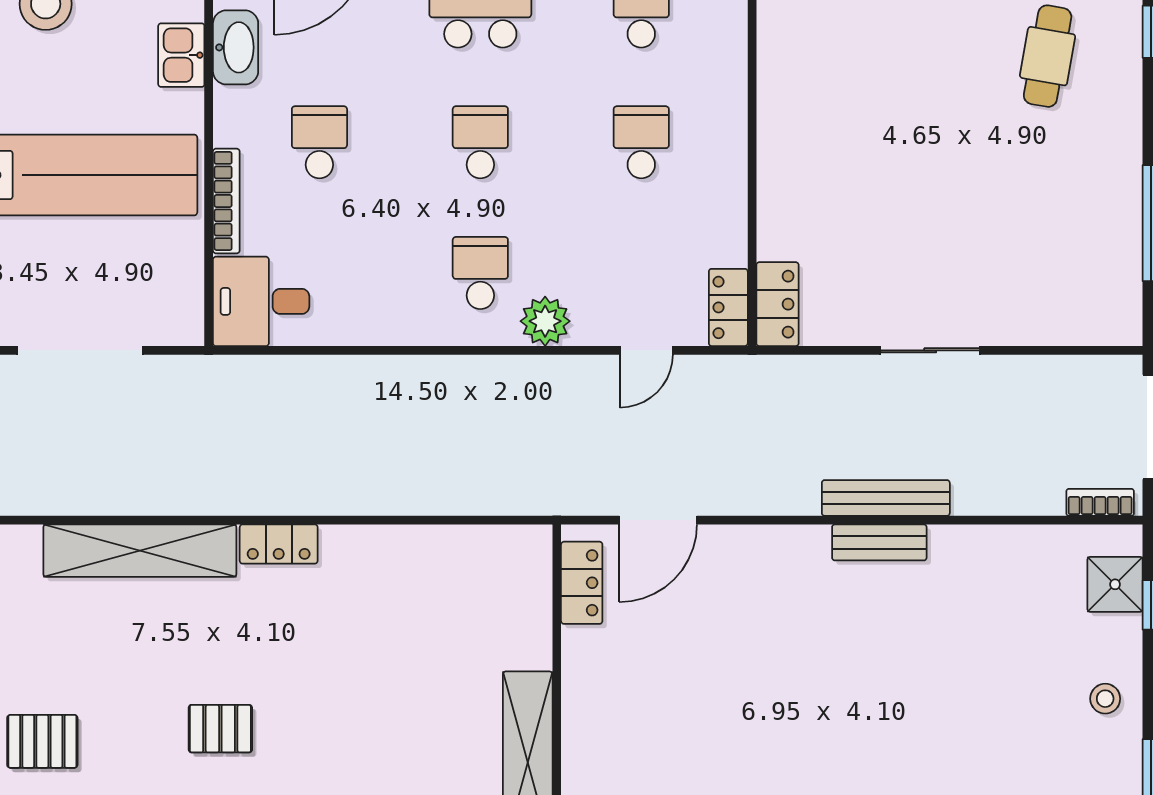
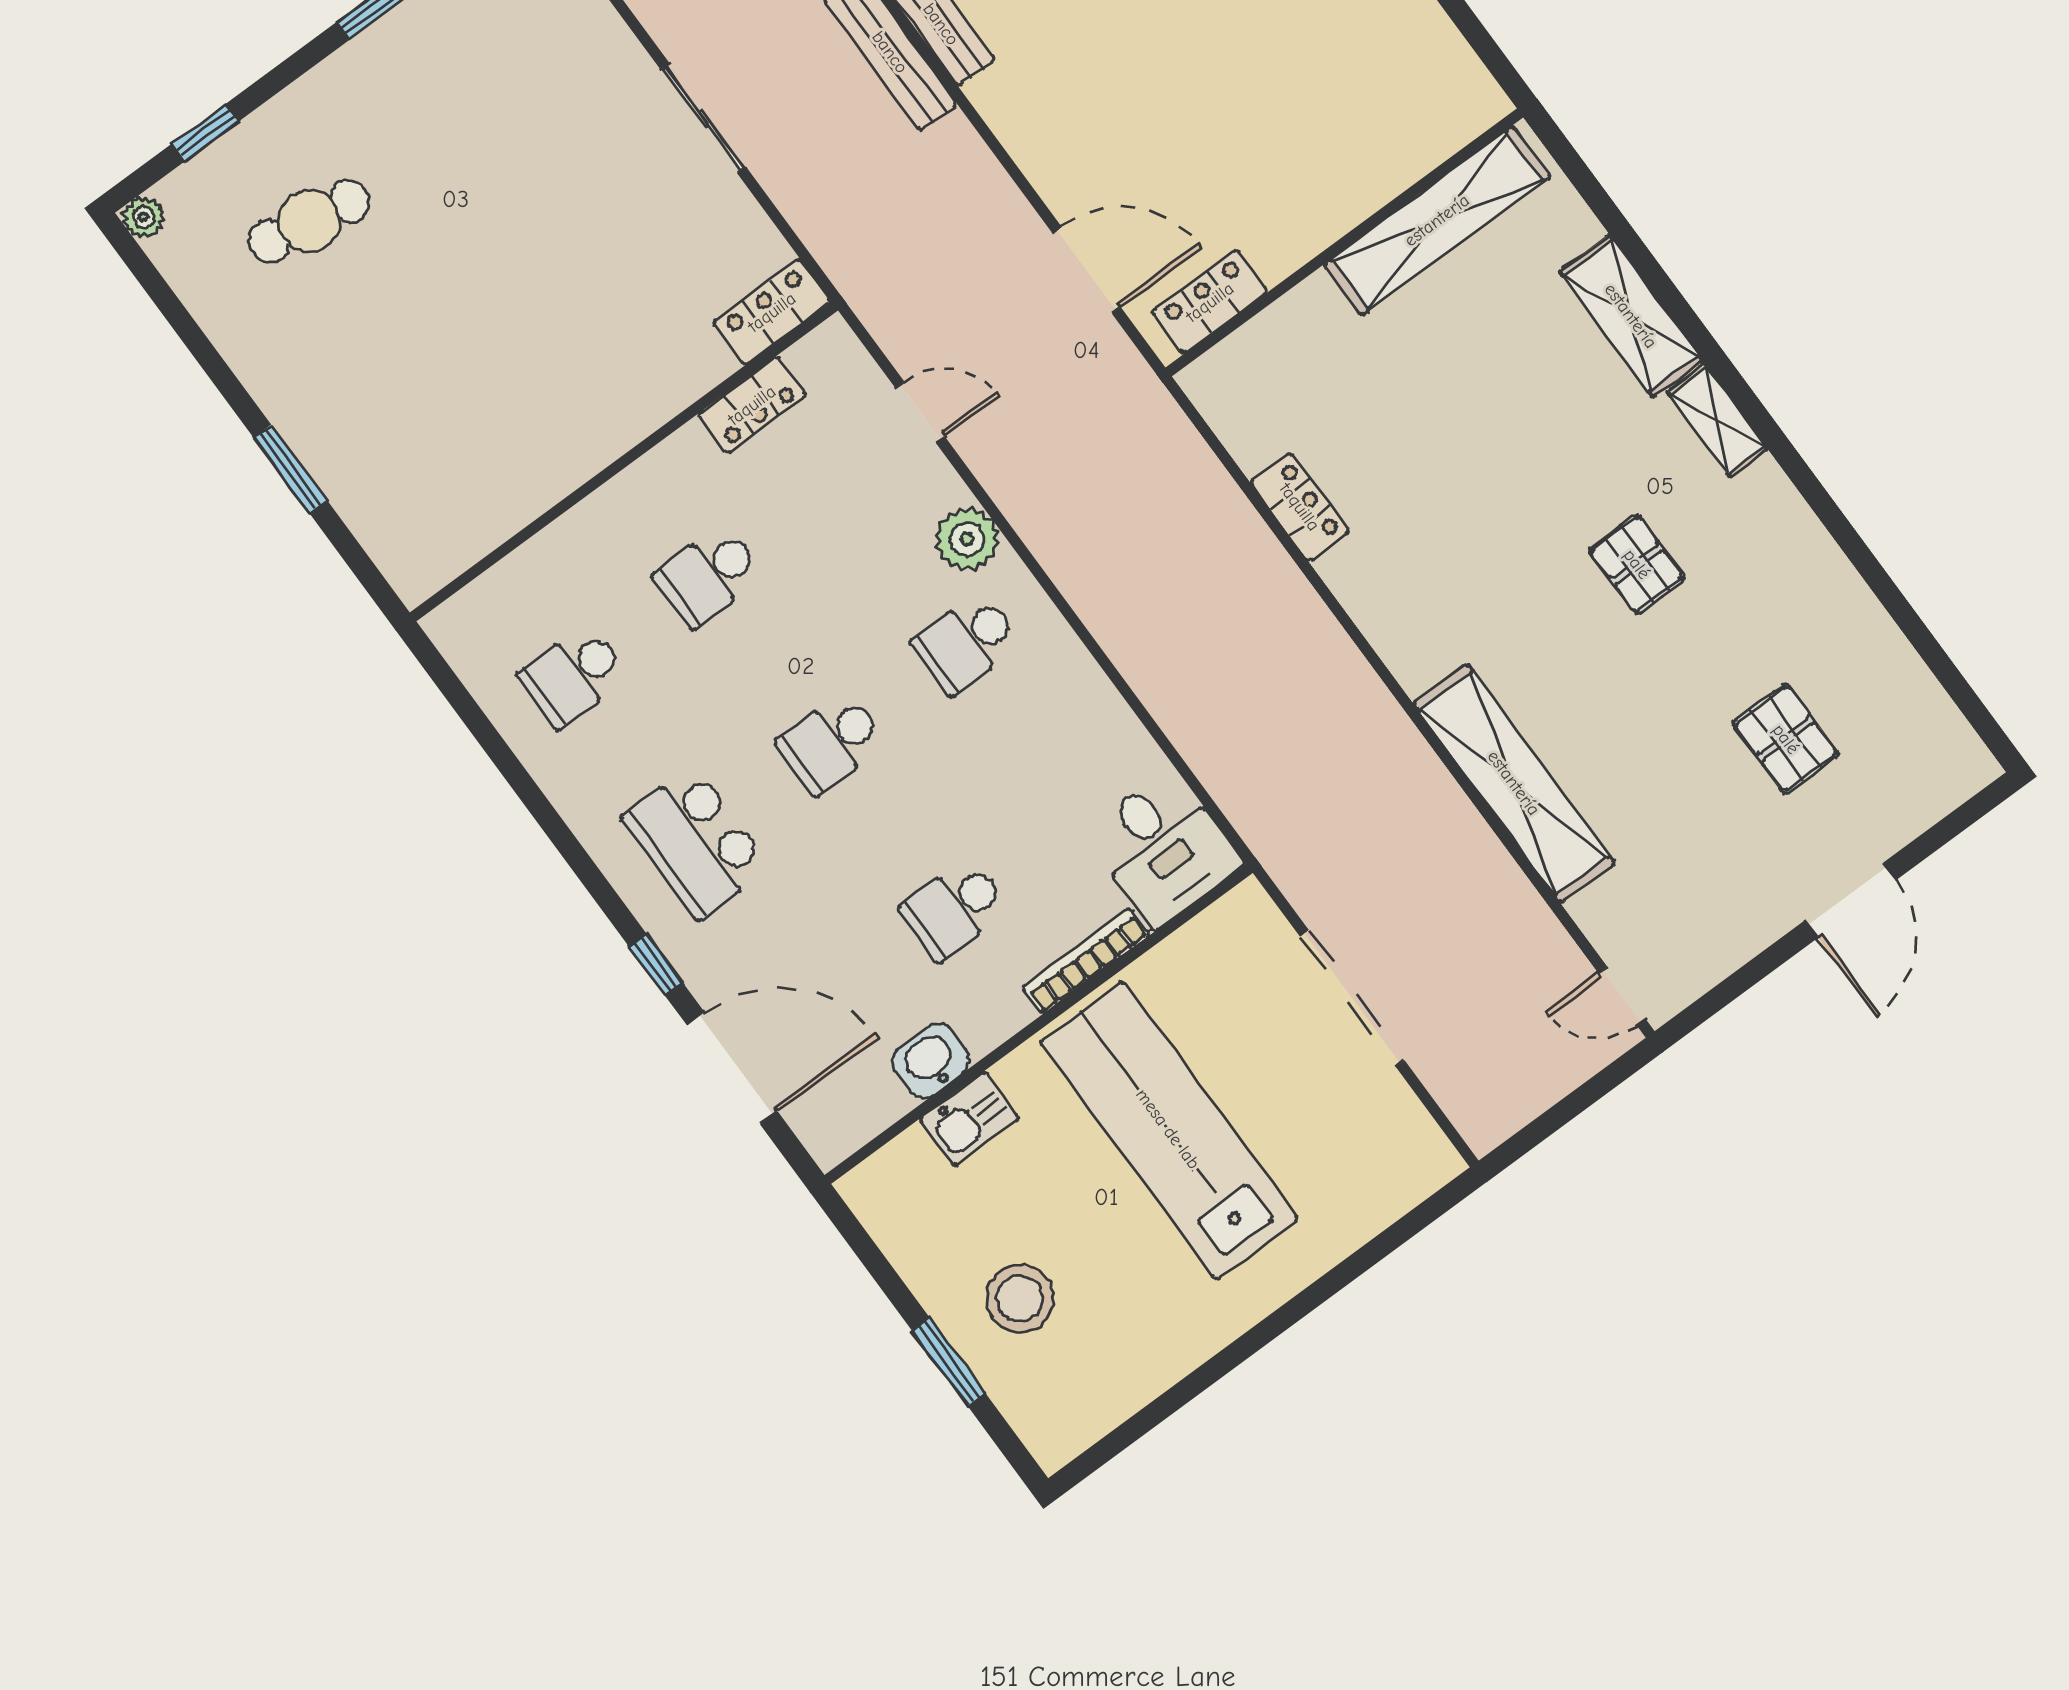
washbasin: (236, 47) -> (931, 1061), width x0.72
locker: (728, 307) -> (752, 405), moved
locker: (279, 544) -> (1300, 507), moved

